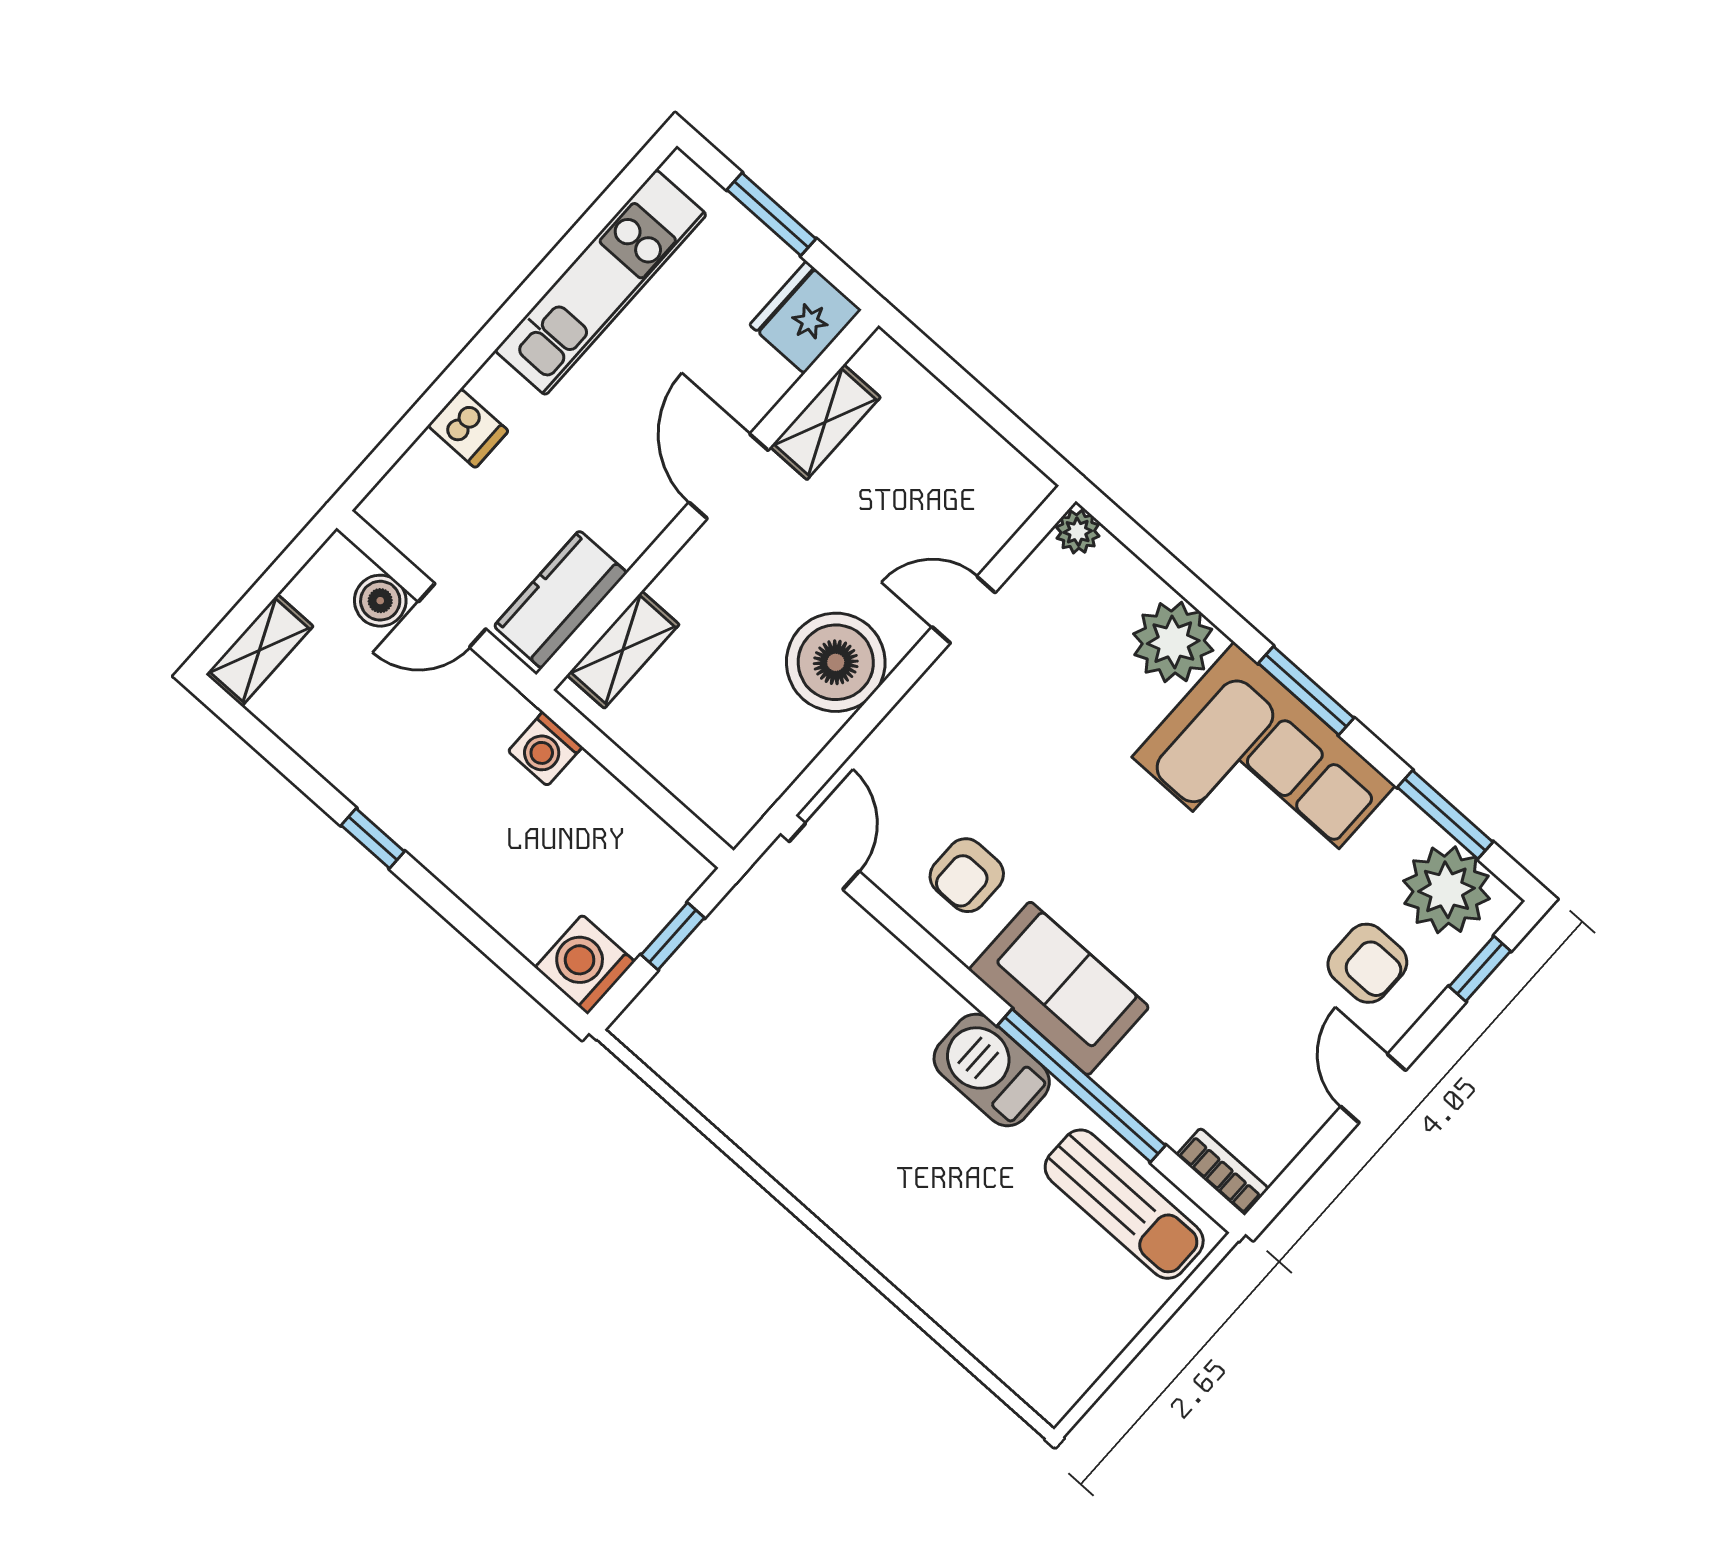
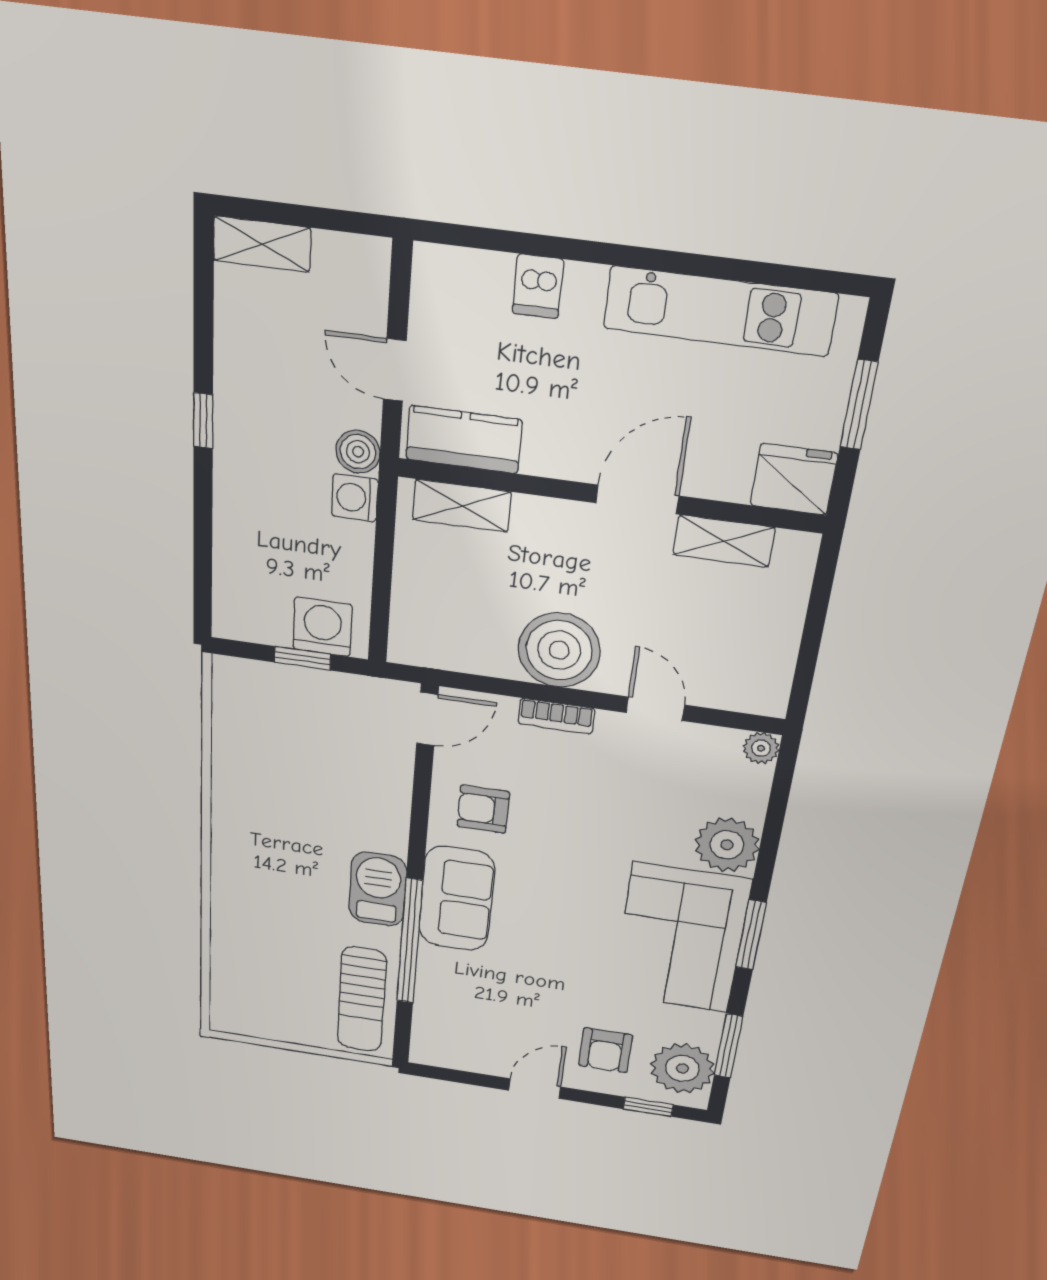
boiler: (380, 601) -> (358, 452), moved
washing machine: (585, 965) -> (323, 627), moved
bookcase: (1223, 1172) -> (556, 716), moved, turned 90

